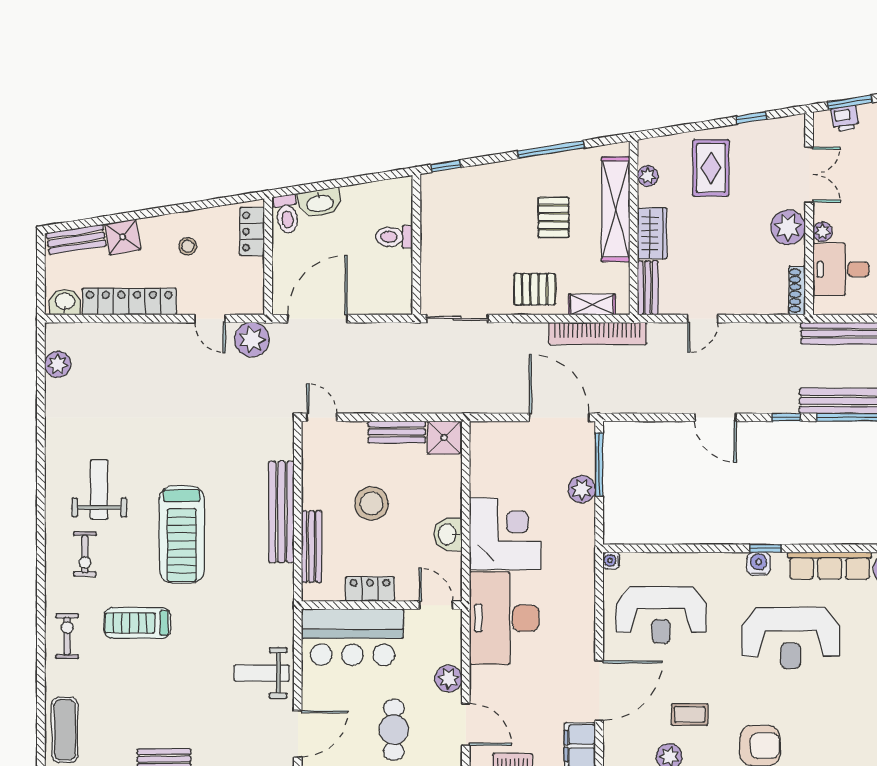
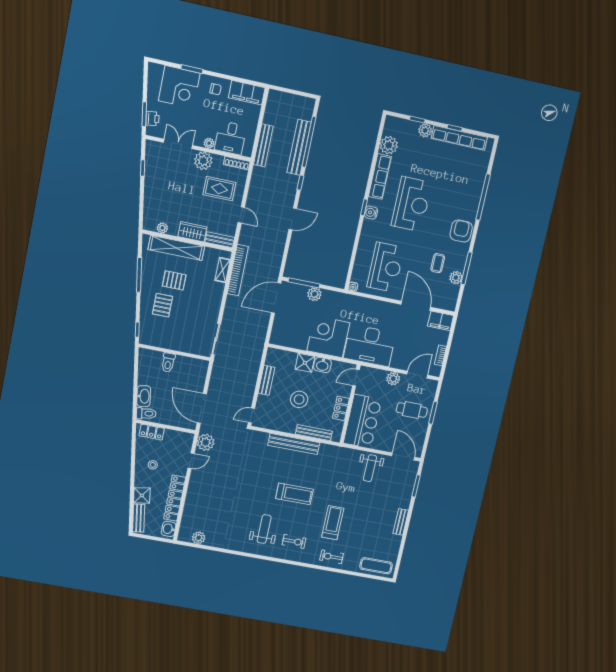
rug: (711, 168) -> (219, 189), moved
pallet: (535, 289) -> (162, 305), moved
shower: (444, 438) -> (305, 363), moved
weight bench: (99, 490) -> (264, 529), turned 90
treadmill: (182, 534) -> (294, 494), width x0.73, depth x0.73
treadmill: (137, 623) -> (333, 523), turned 180

